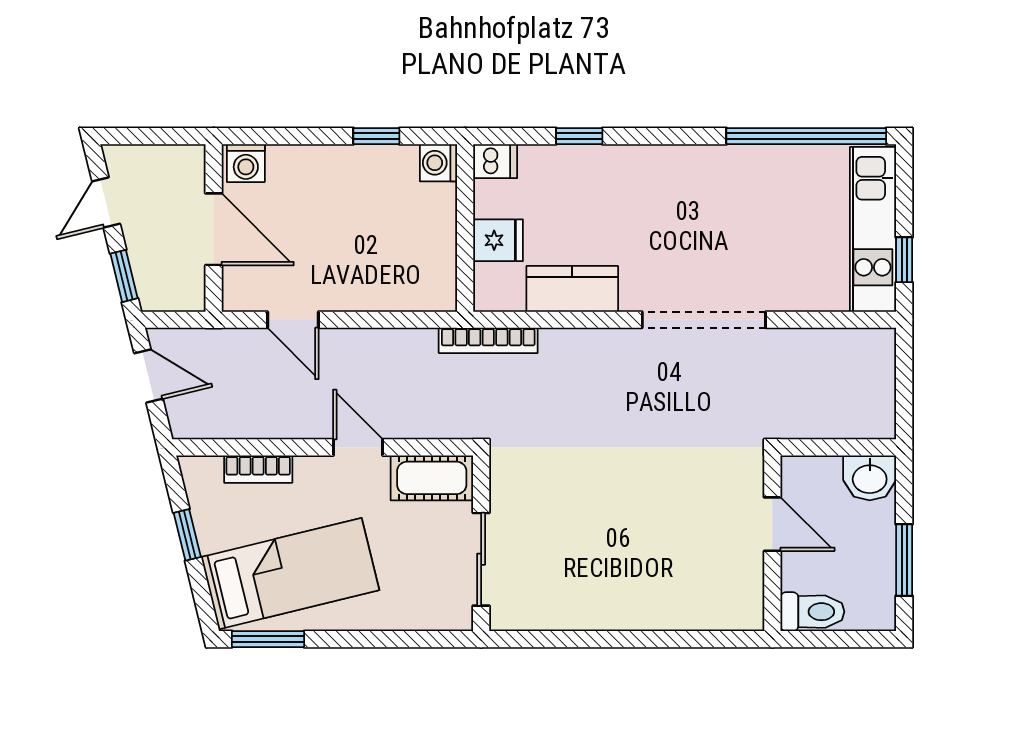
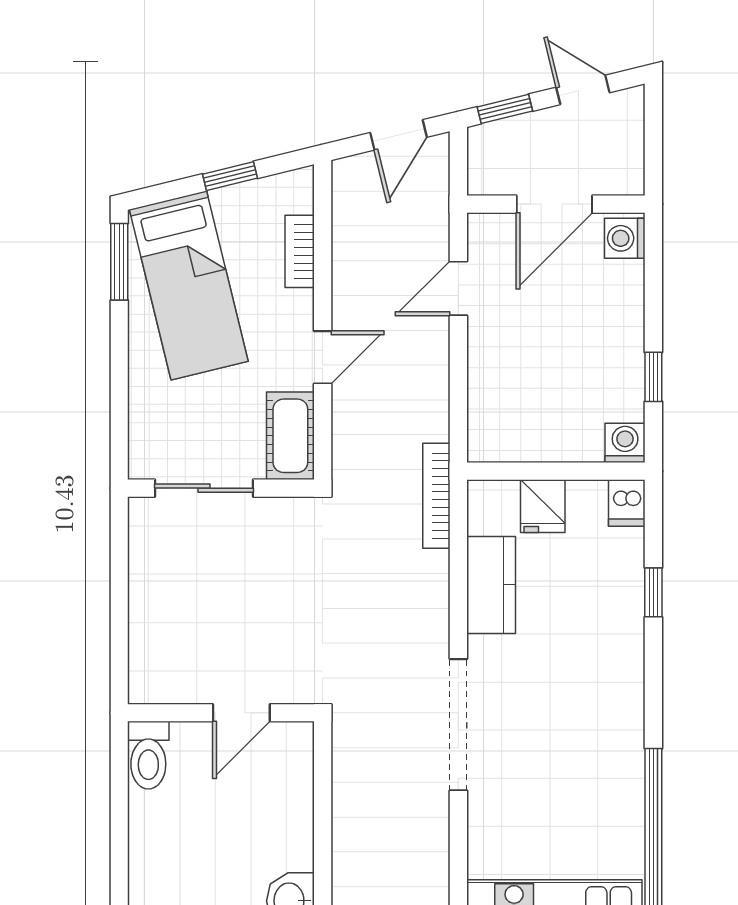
door: (772, 524) -> (241, 713), moved
wall: (772, 543) -> (221, 713), moved
toilet: (812, 612) -> (148, 755), moved

